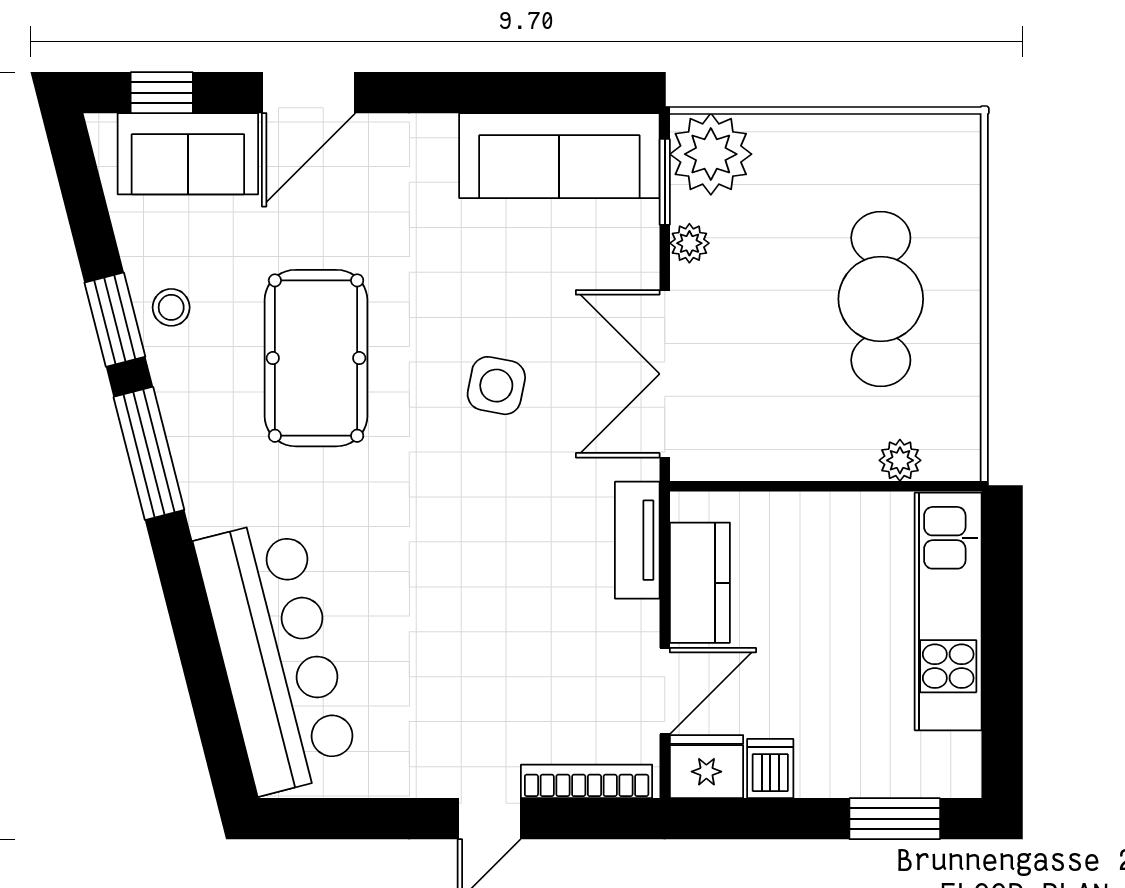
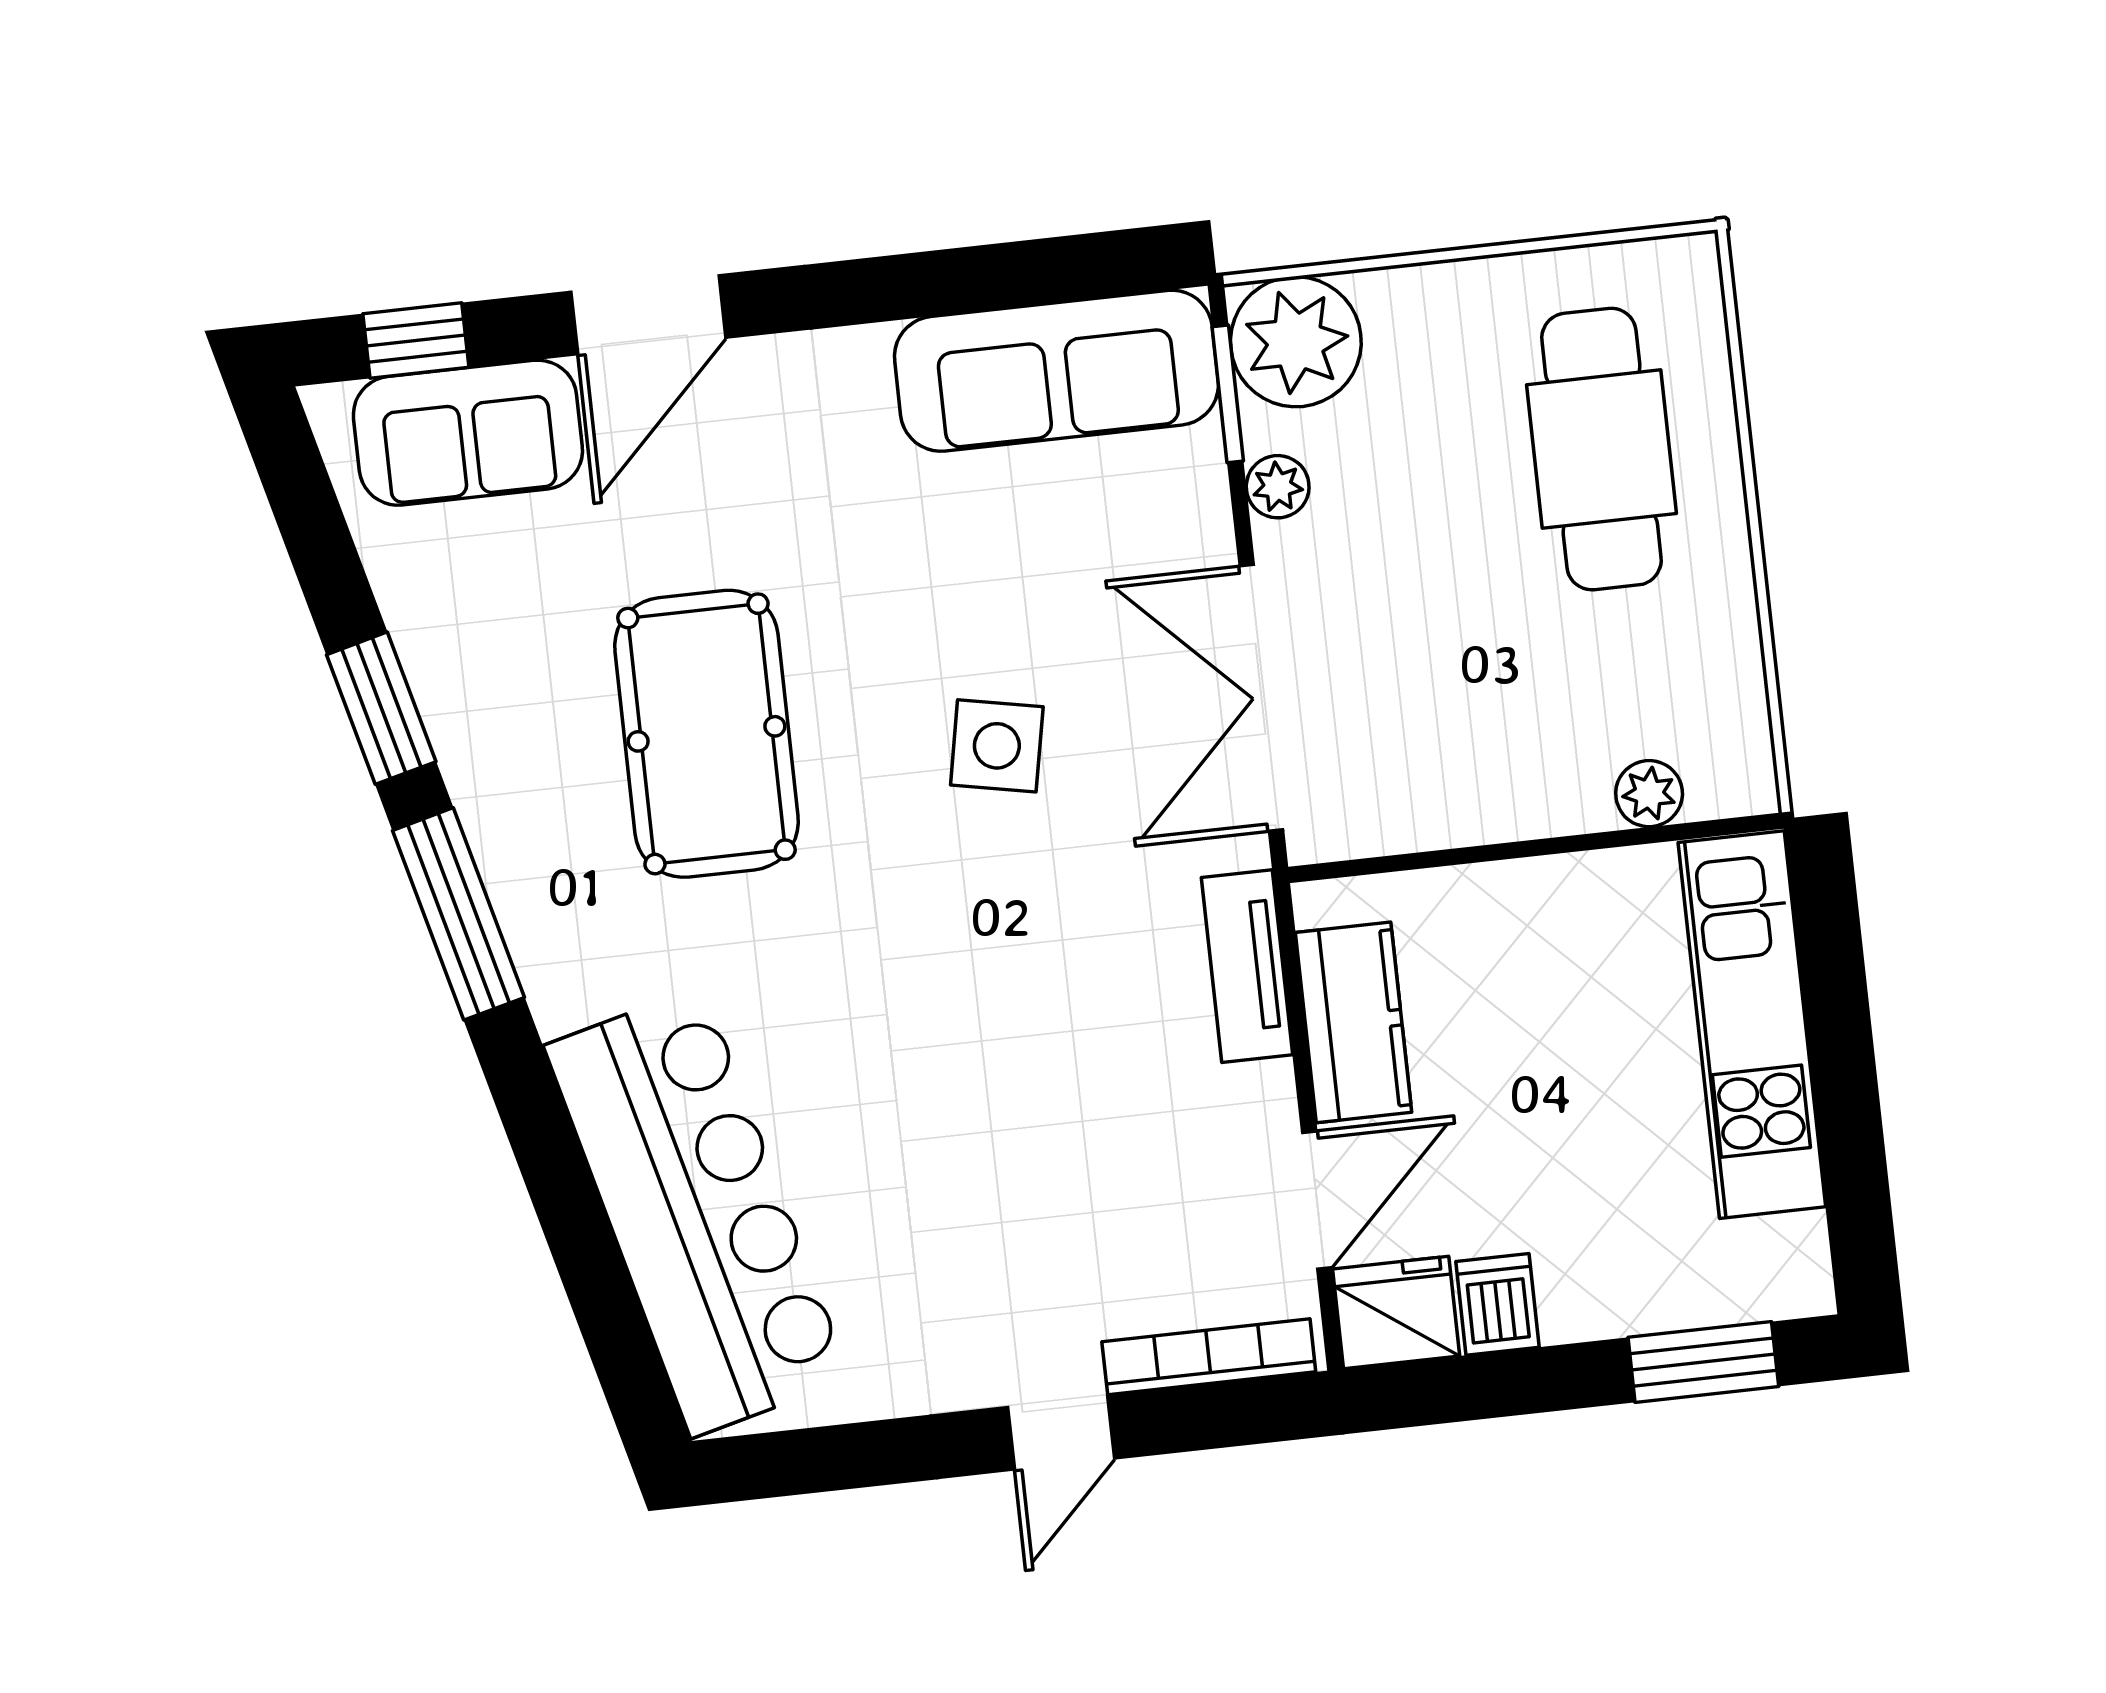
cafe table: (881, 299) -> (1601, 449), moved
stool: (171, 307) -> (468, 679), removed

